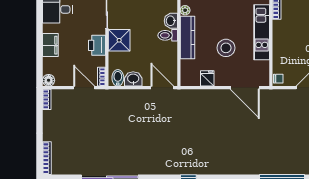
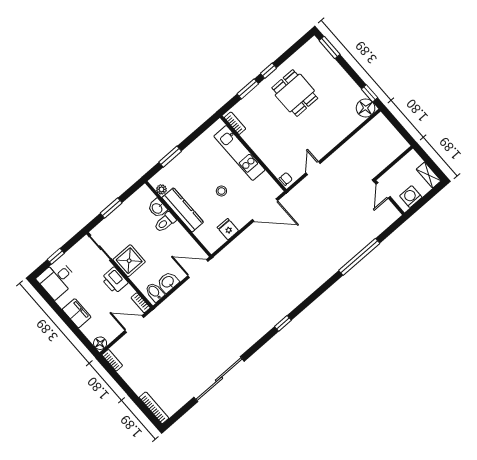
stool: (226, 48) -> (221, 191), width x0.53, depth x0.53

